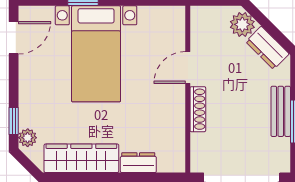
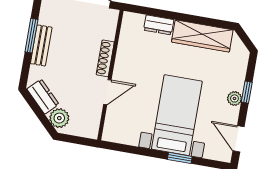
door: (14, 38) -> (239, 139), hinge flipped
window: (14, 121) -> (247, 92), moved
plant: (28, 138) -> (234, 98), moved

